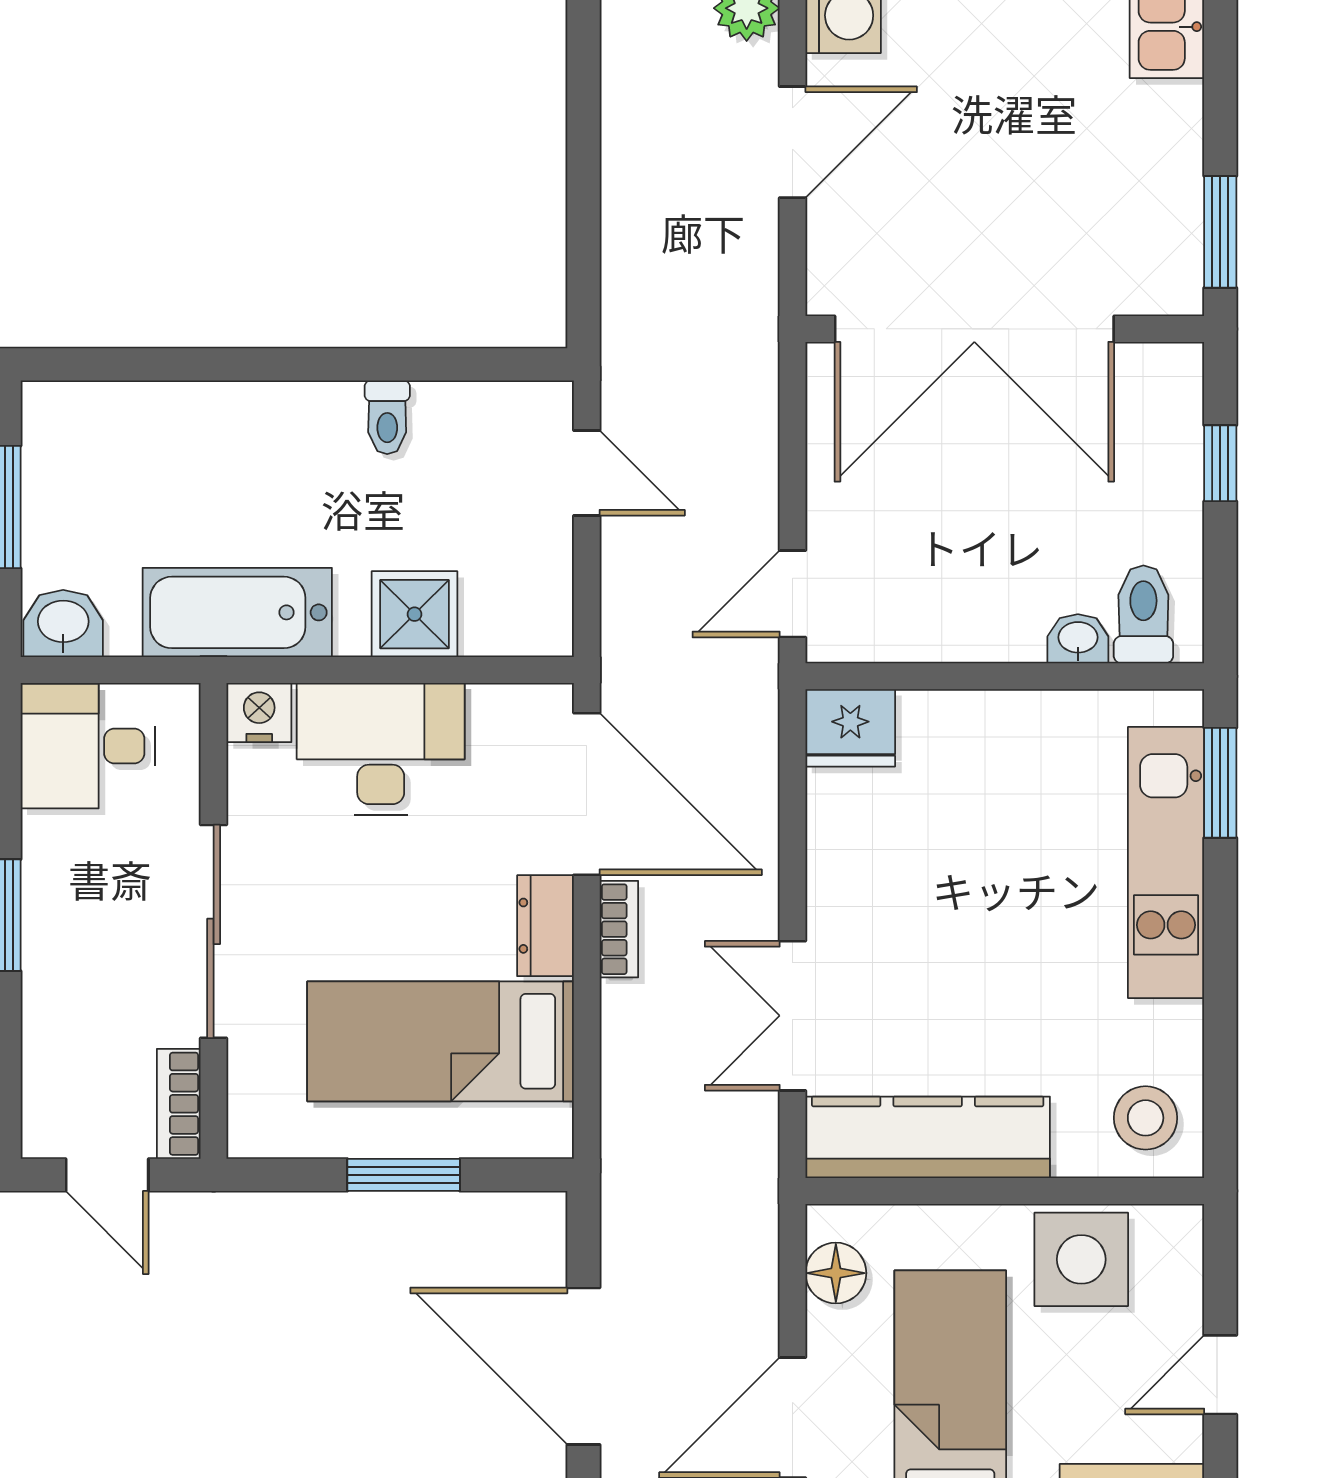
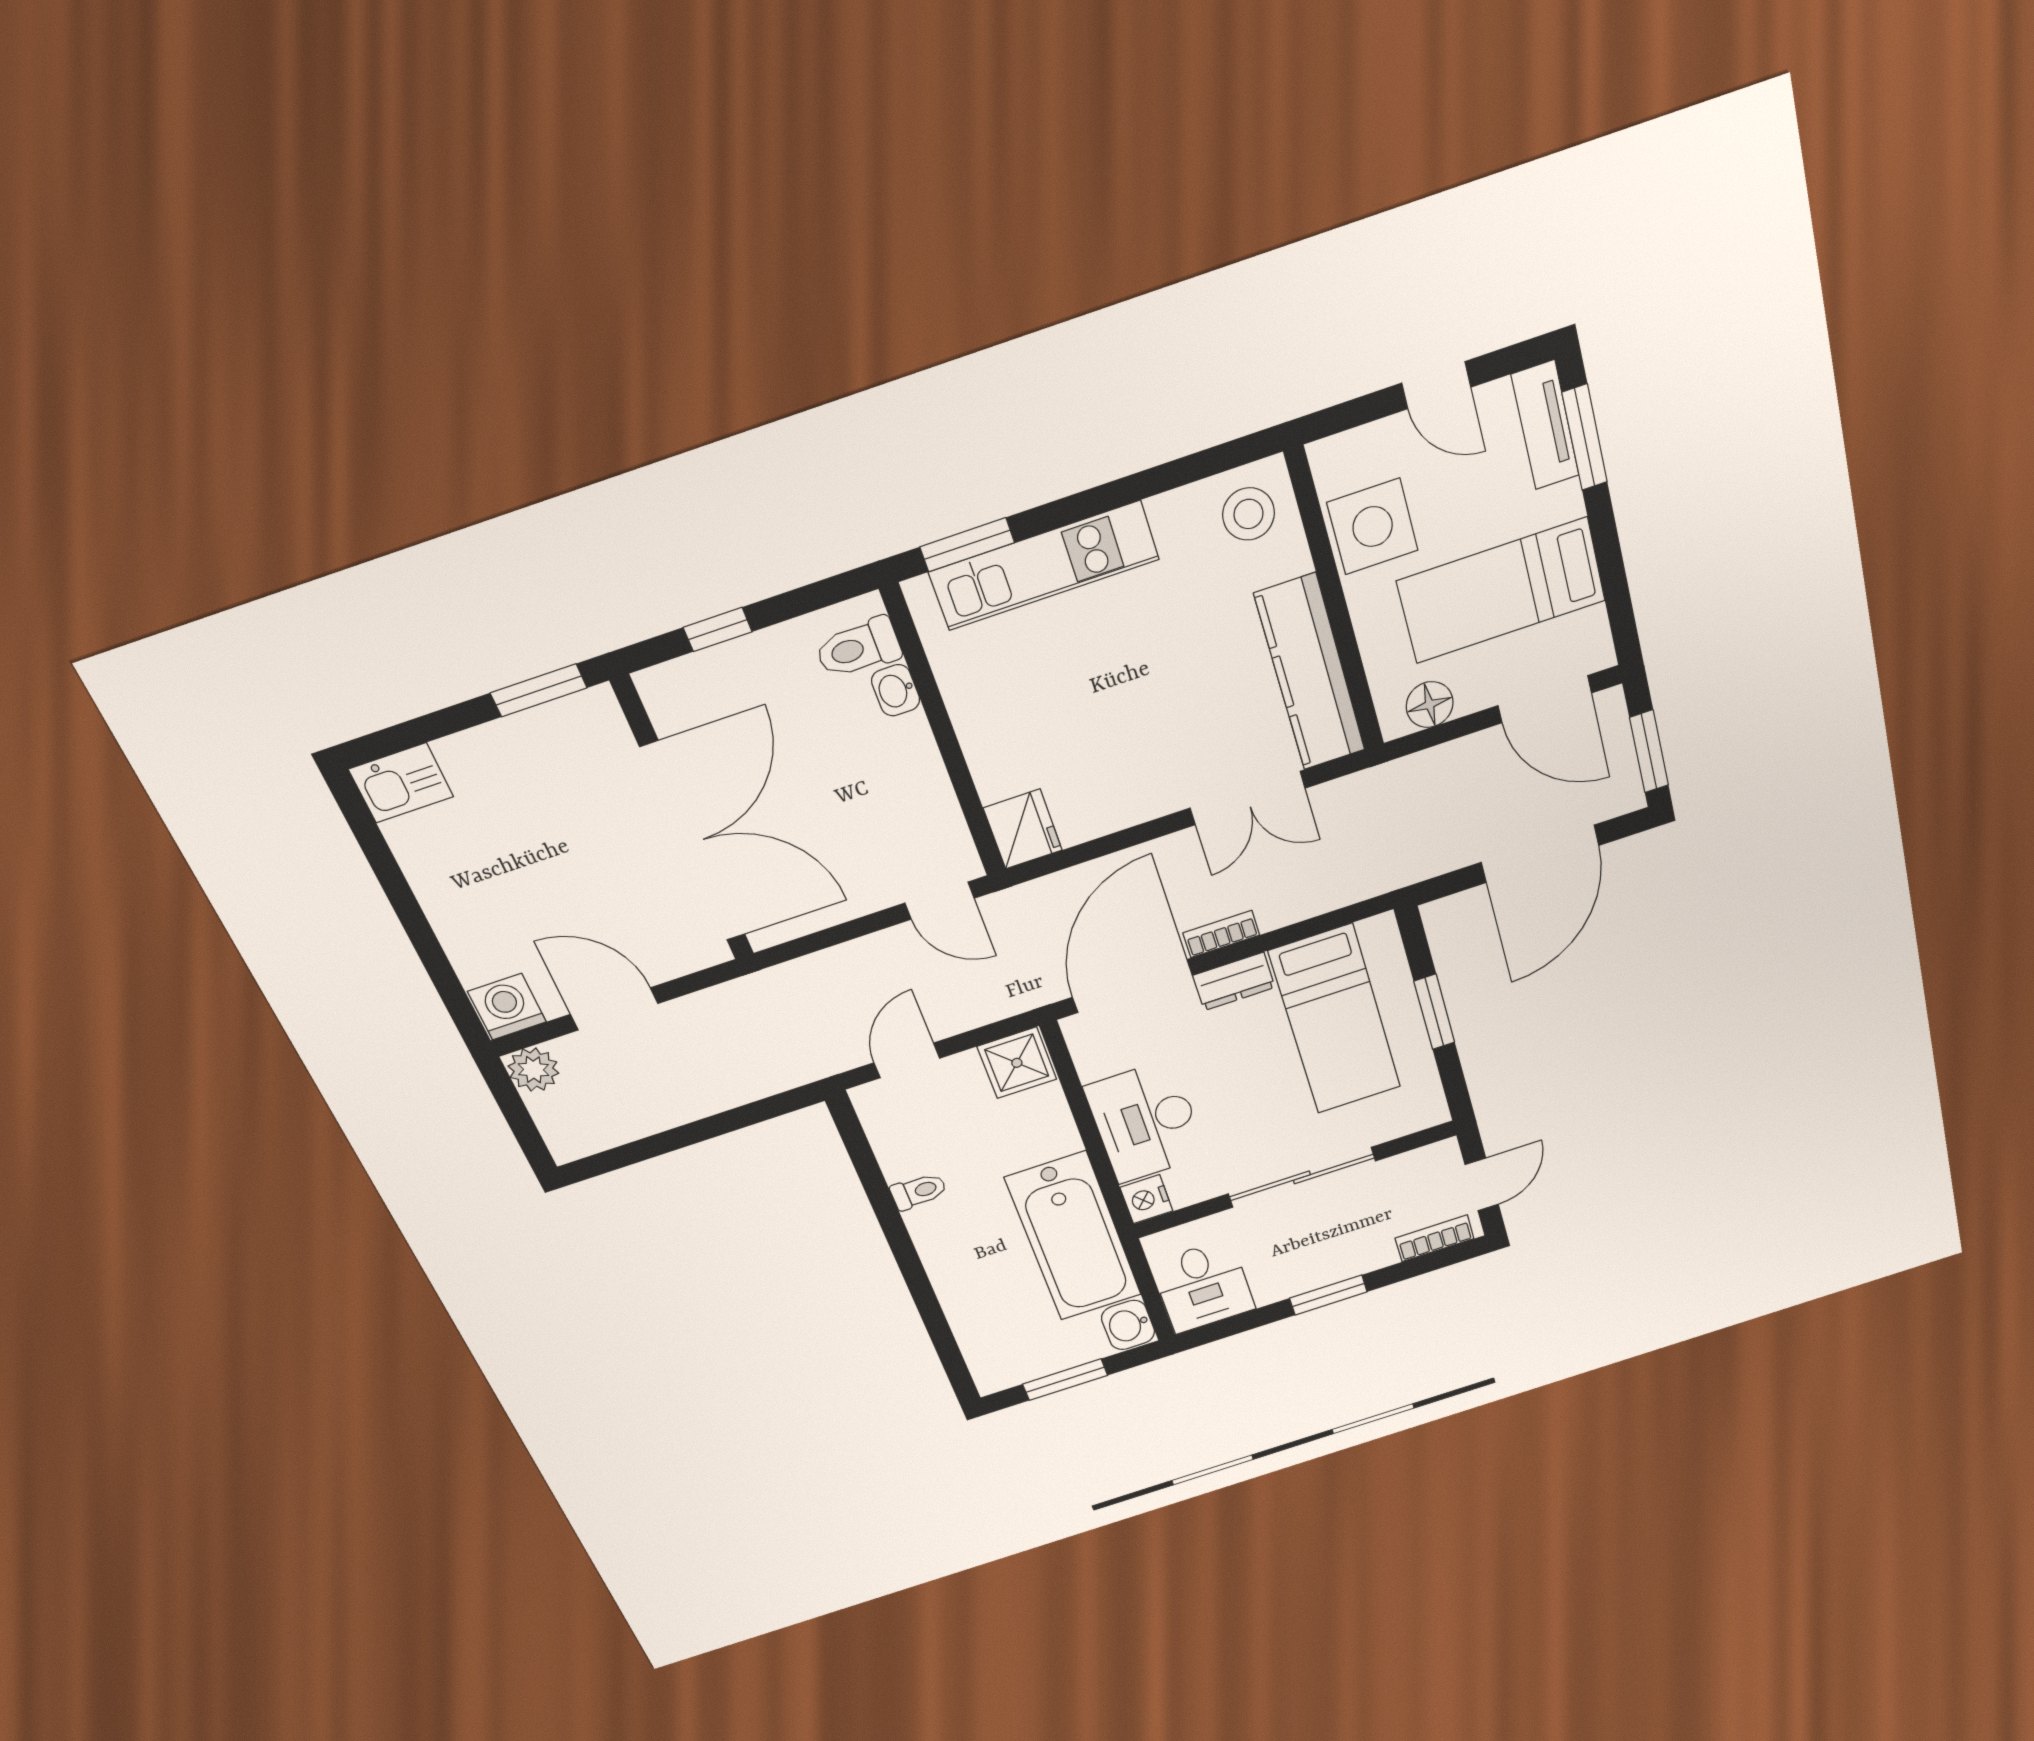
bathtub: (237, 612) -> (1074, 1237), width x1.36, depth x1.36
shower: (414, 614) -> (1017, 1063), moved
bookcase: (179, 1104) -> (1435, 1238), moved, turned 180

